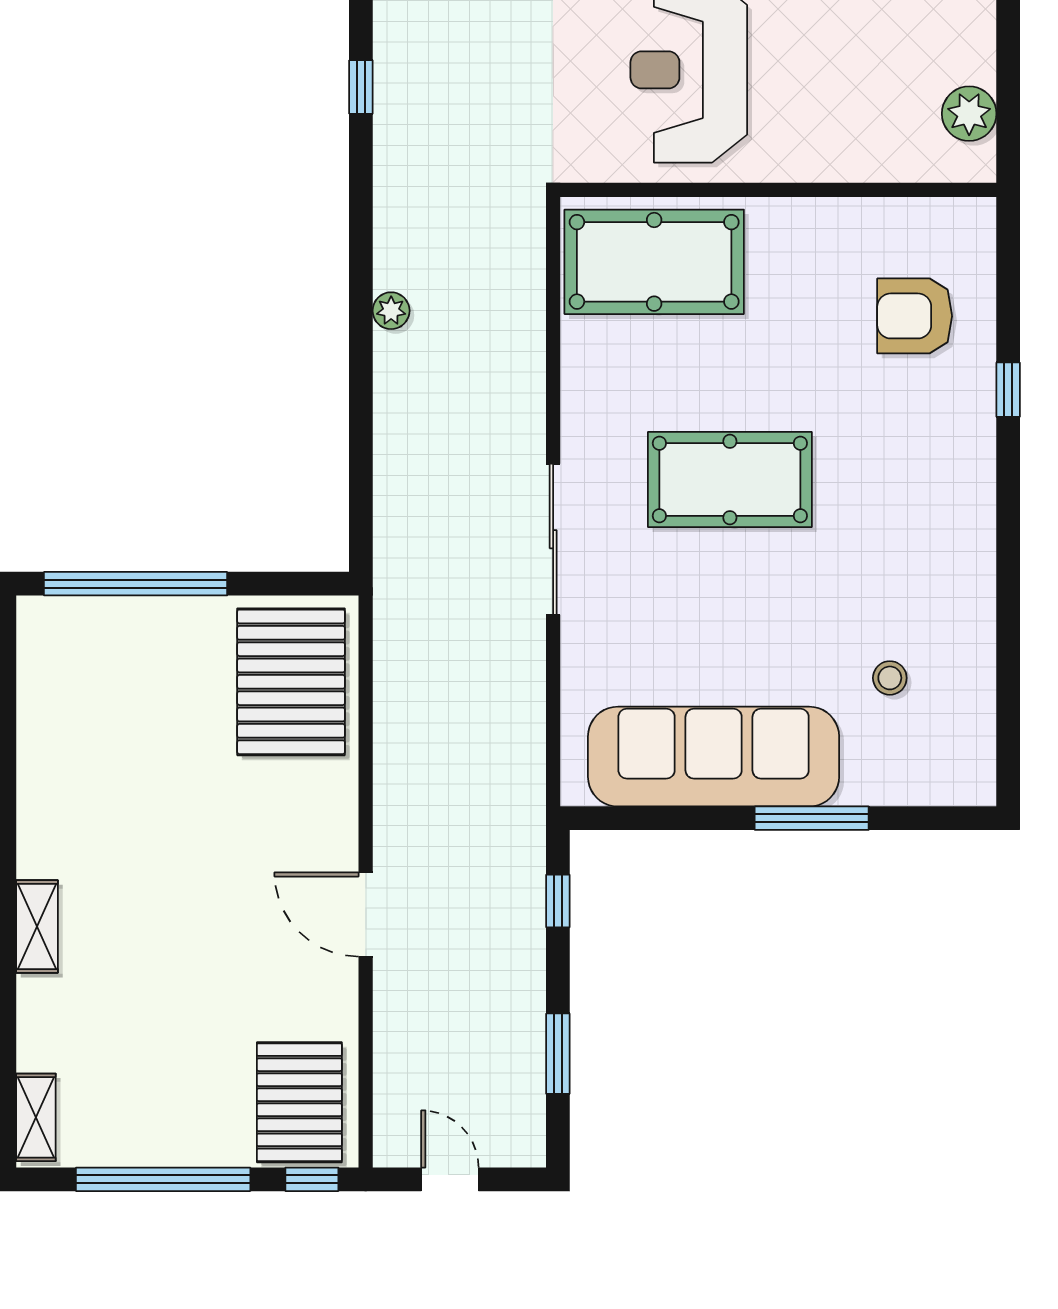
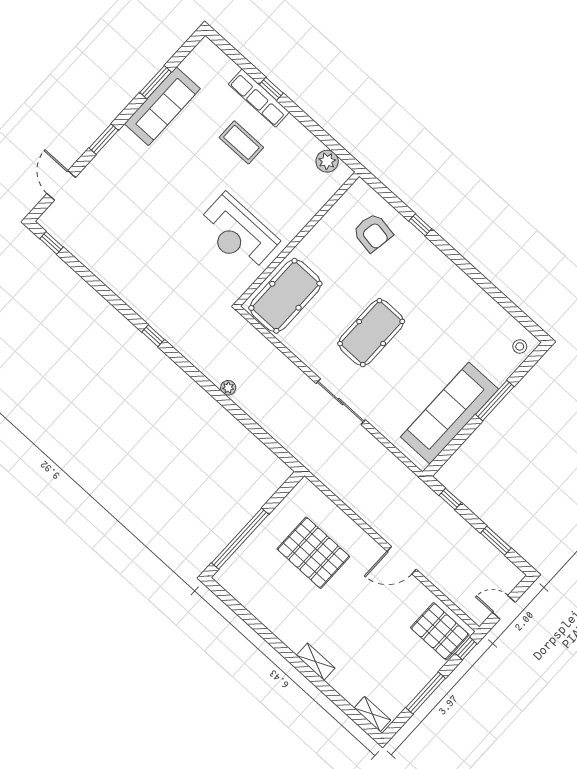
armchair: (915, 316) -> (373, 233), turned -81
stool: (890, 678) -> (520, 346), moved
pallet: (291, 682) -> (313, 553), moved
window: (163, 1179) -> (426, 693), width x0.68

